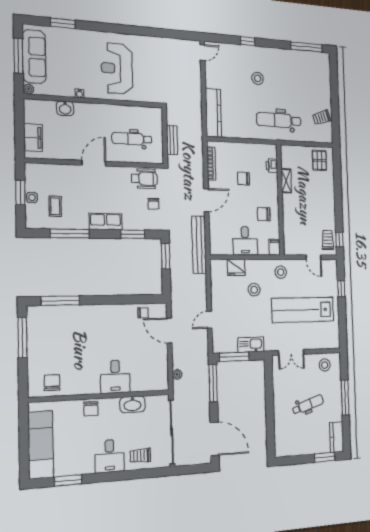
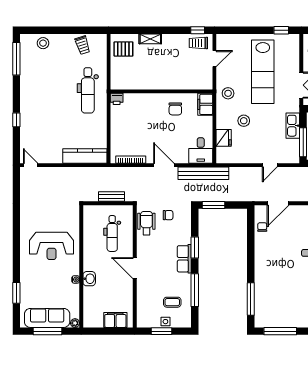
stool: (258, 78) -> (43, 43), moved
washbasin: (65, 108) -> (89, 279), moved
printer: (272, 166) -> (117, 99), moved
chair: (244, 179) -> (143, 128), removed
shelving: (286, 181) -> (150, 39), moved
window: (133, 234) -> (195, 248), moved
desk: (245, 241) -> (201, 151), moved, turned 90
filing cabinet: (275, 247) -> (205, 104), width x2.00
window: (341, 289) -> (281, 30), moved
door: (210, 320) -> (270, 165), hinge flipped

